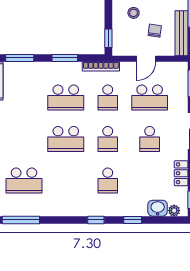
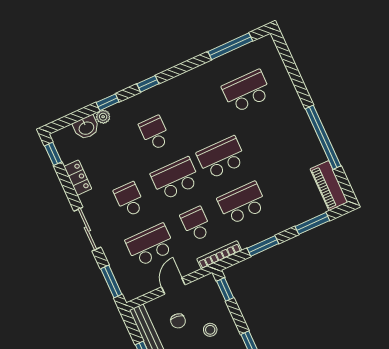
school desk: (108, 139) -> (175, 179), width x1.85
plant: (174, 211) -> (103, 117), moved

